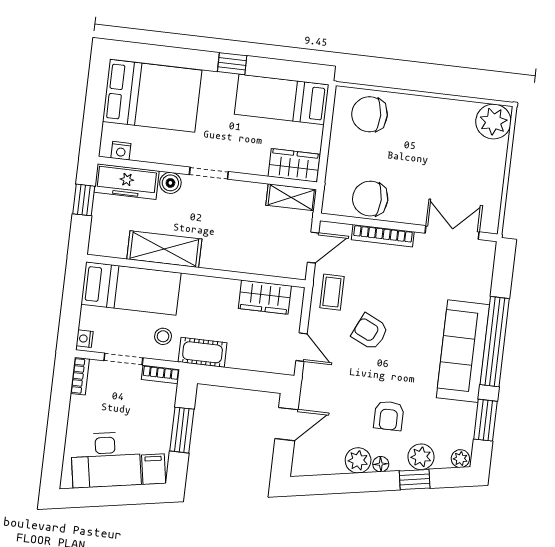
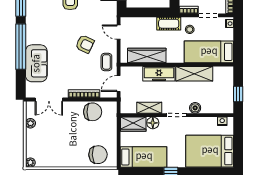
plant: (493, 122) -> (30, 163), width x0.53, depth x0.53
floor lamp: (256, 163) -> (153, 123), added
freezer: (127, 182) -> (159, 74), moved, turned 180
plant: (493, 191) -> (30, 123), added
shelving: (291, 197) -> (149, 108), moved
wardrobe: (265, 297) -> (147, 55), width x1.50
sofa: (463, 351) -> (36, 63), moved, width x0.73

